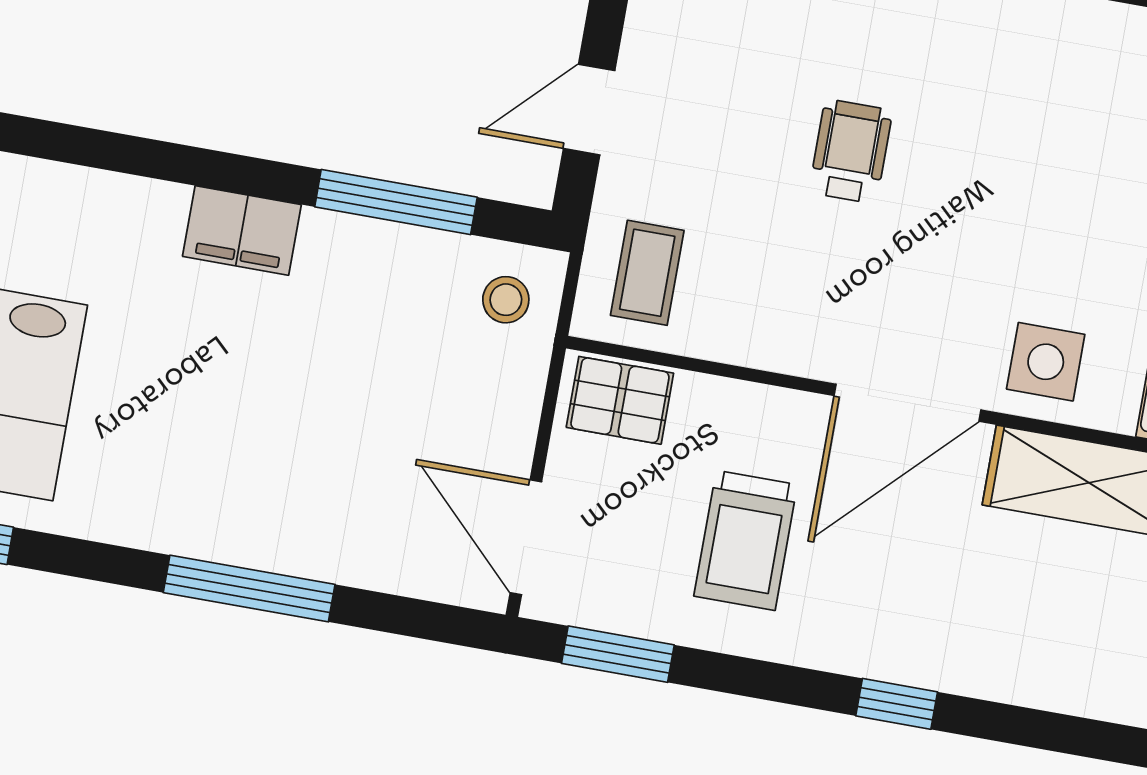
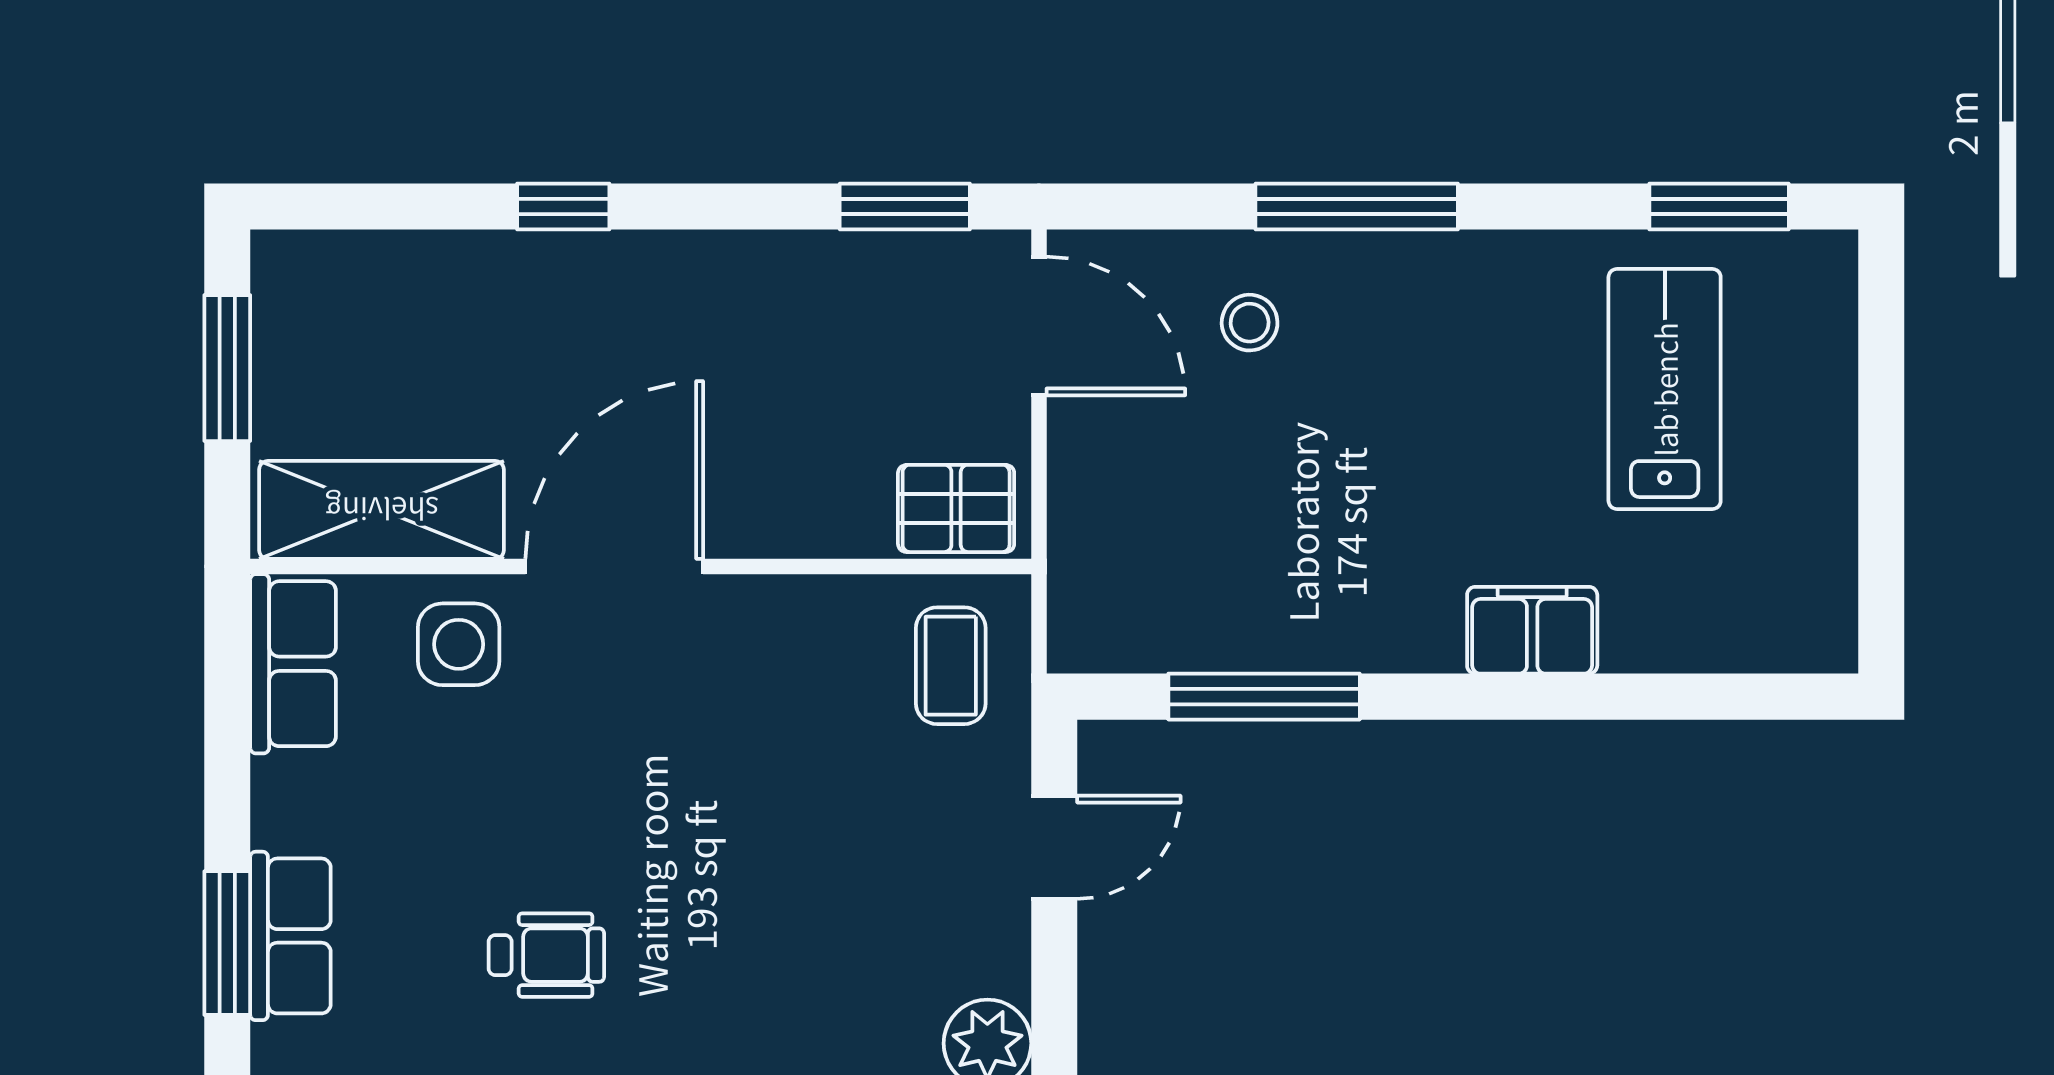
wheelchair: (851, 151) -> (546, 955), moved, turned -90
filing cabinet: (242, 230) -> (1532, 630), moved
stool: (506, 300) -> (1250, 323), moved
trolley: (746, 540) -> (777, 369), removed

